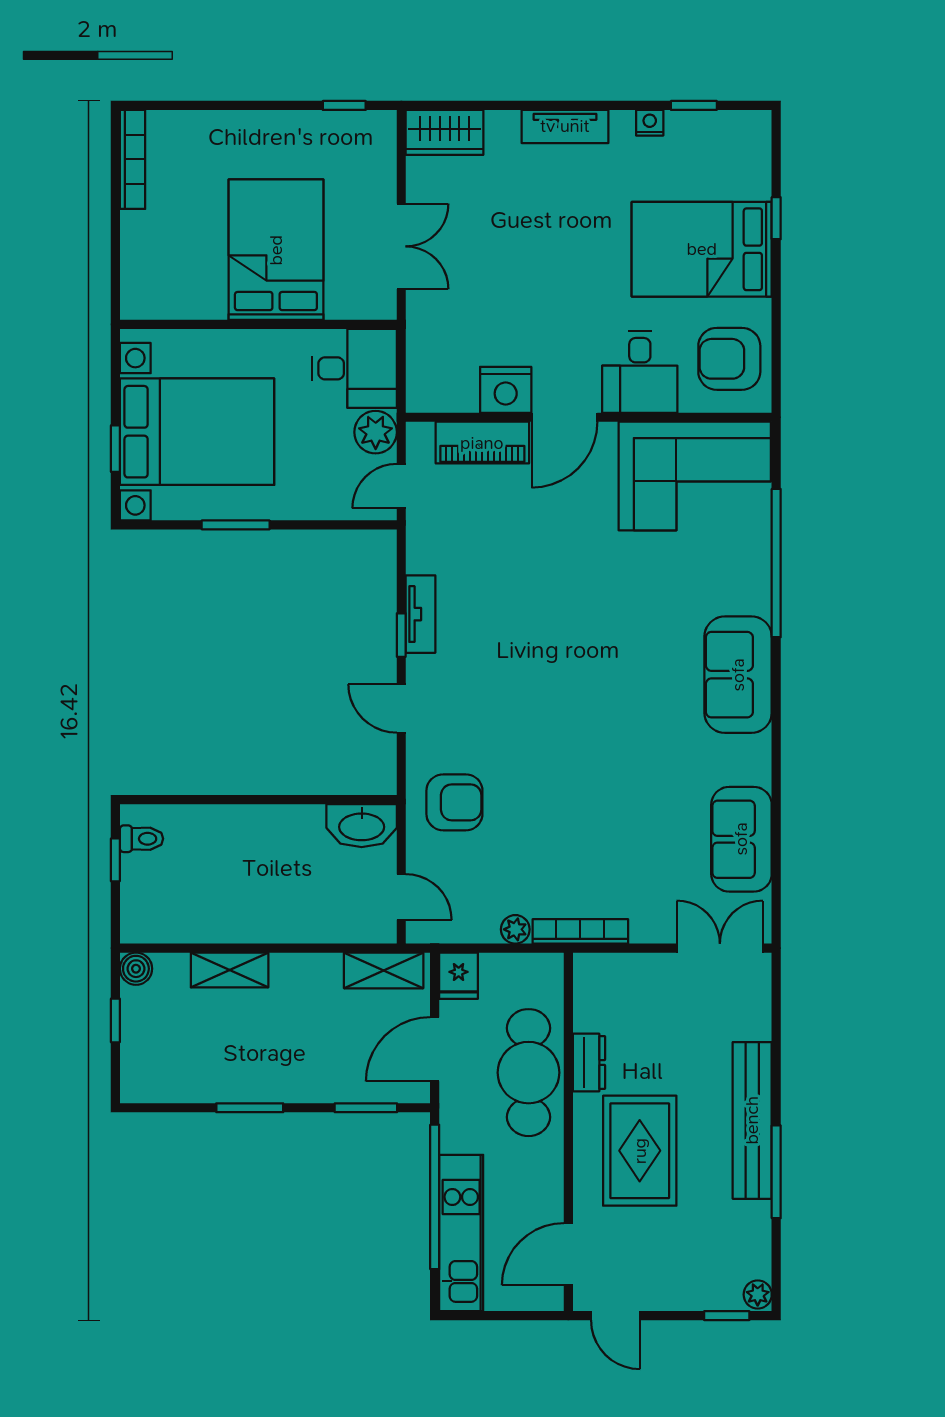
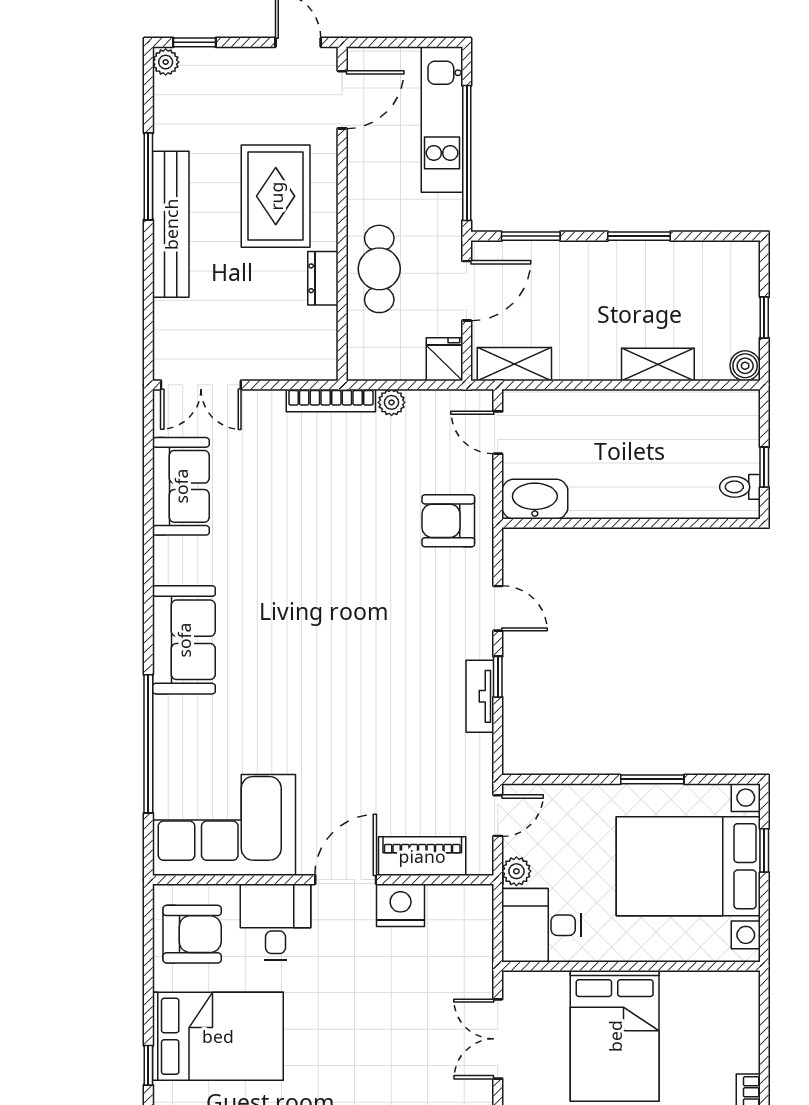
plant: (376, 432) -> (516, 871), width x0.73, depth x0.73
cafe table: (529, 1073) -> (379, 269), width x0.73, depth x0.74

